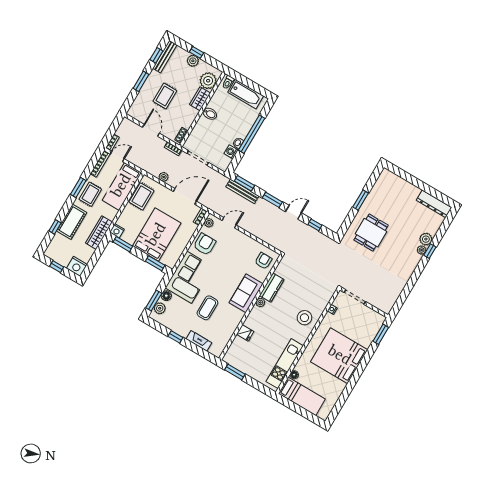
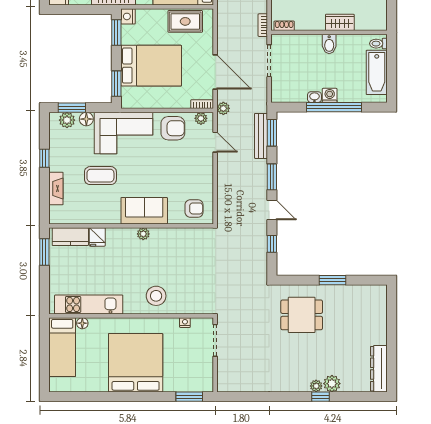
plant: (208, 81) -> (367, 19), removed
washing machine: (231, 152) -> (330, 95), moved
plant: (164, 177) -> (223, 108), moved
kitchen counter: (272, 288) -> (70, 237), moved

